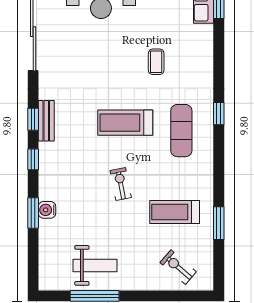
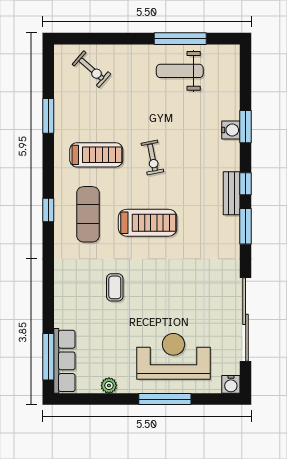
window: (219, 114) -> (48, 210), moved
window: (33, 119) -> (246, 226), width x1.50
bench: (46, 121) -> (232, 193), moved
treadmill: (175, 212) -> (96, 155), moved

